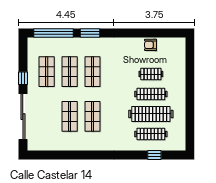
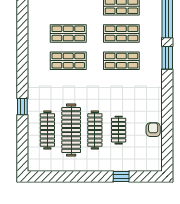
window: (190, 72) -> (121, 176), added
window: (154, 155) -> (22, 107), moved

